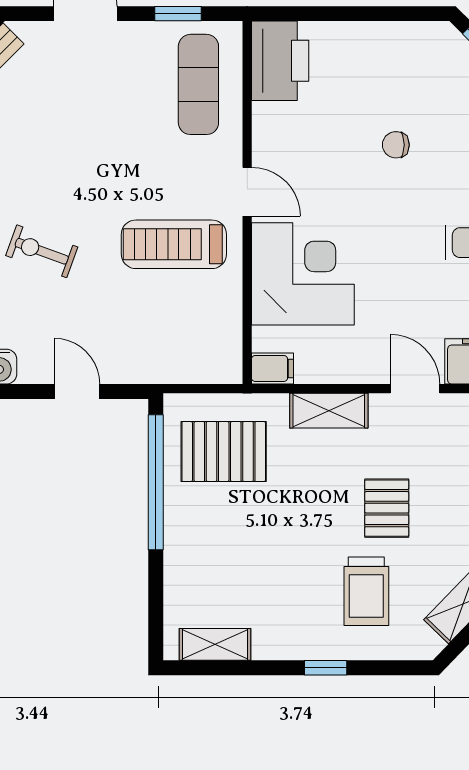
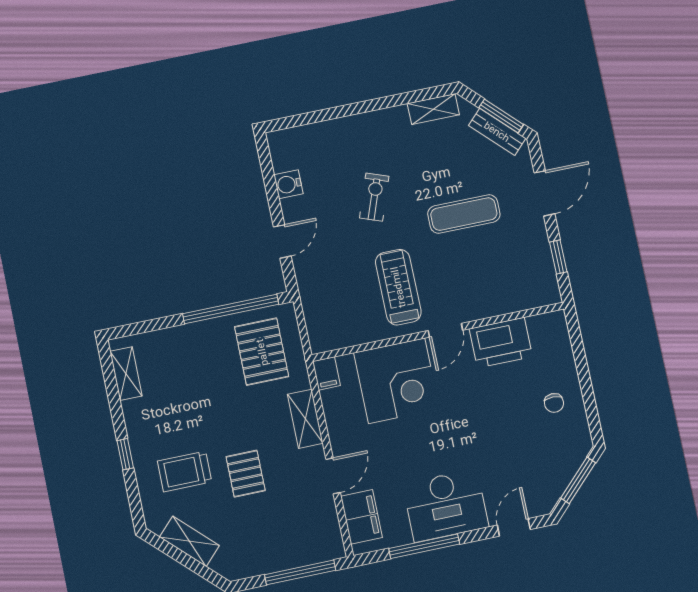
printer: (280, 61) -> (501, 343), moved
exercise mat: (198, 84) -> (464, 214), moved
chair: (396, 145) -> (554, 403), moved, turned 180
pallet: (387, 508) -> (246, 474), turned 90

